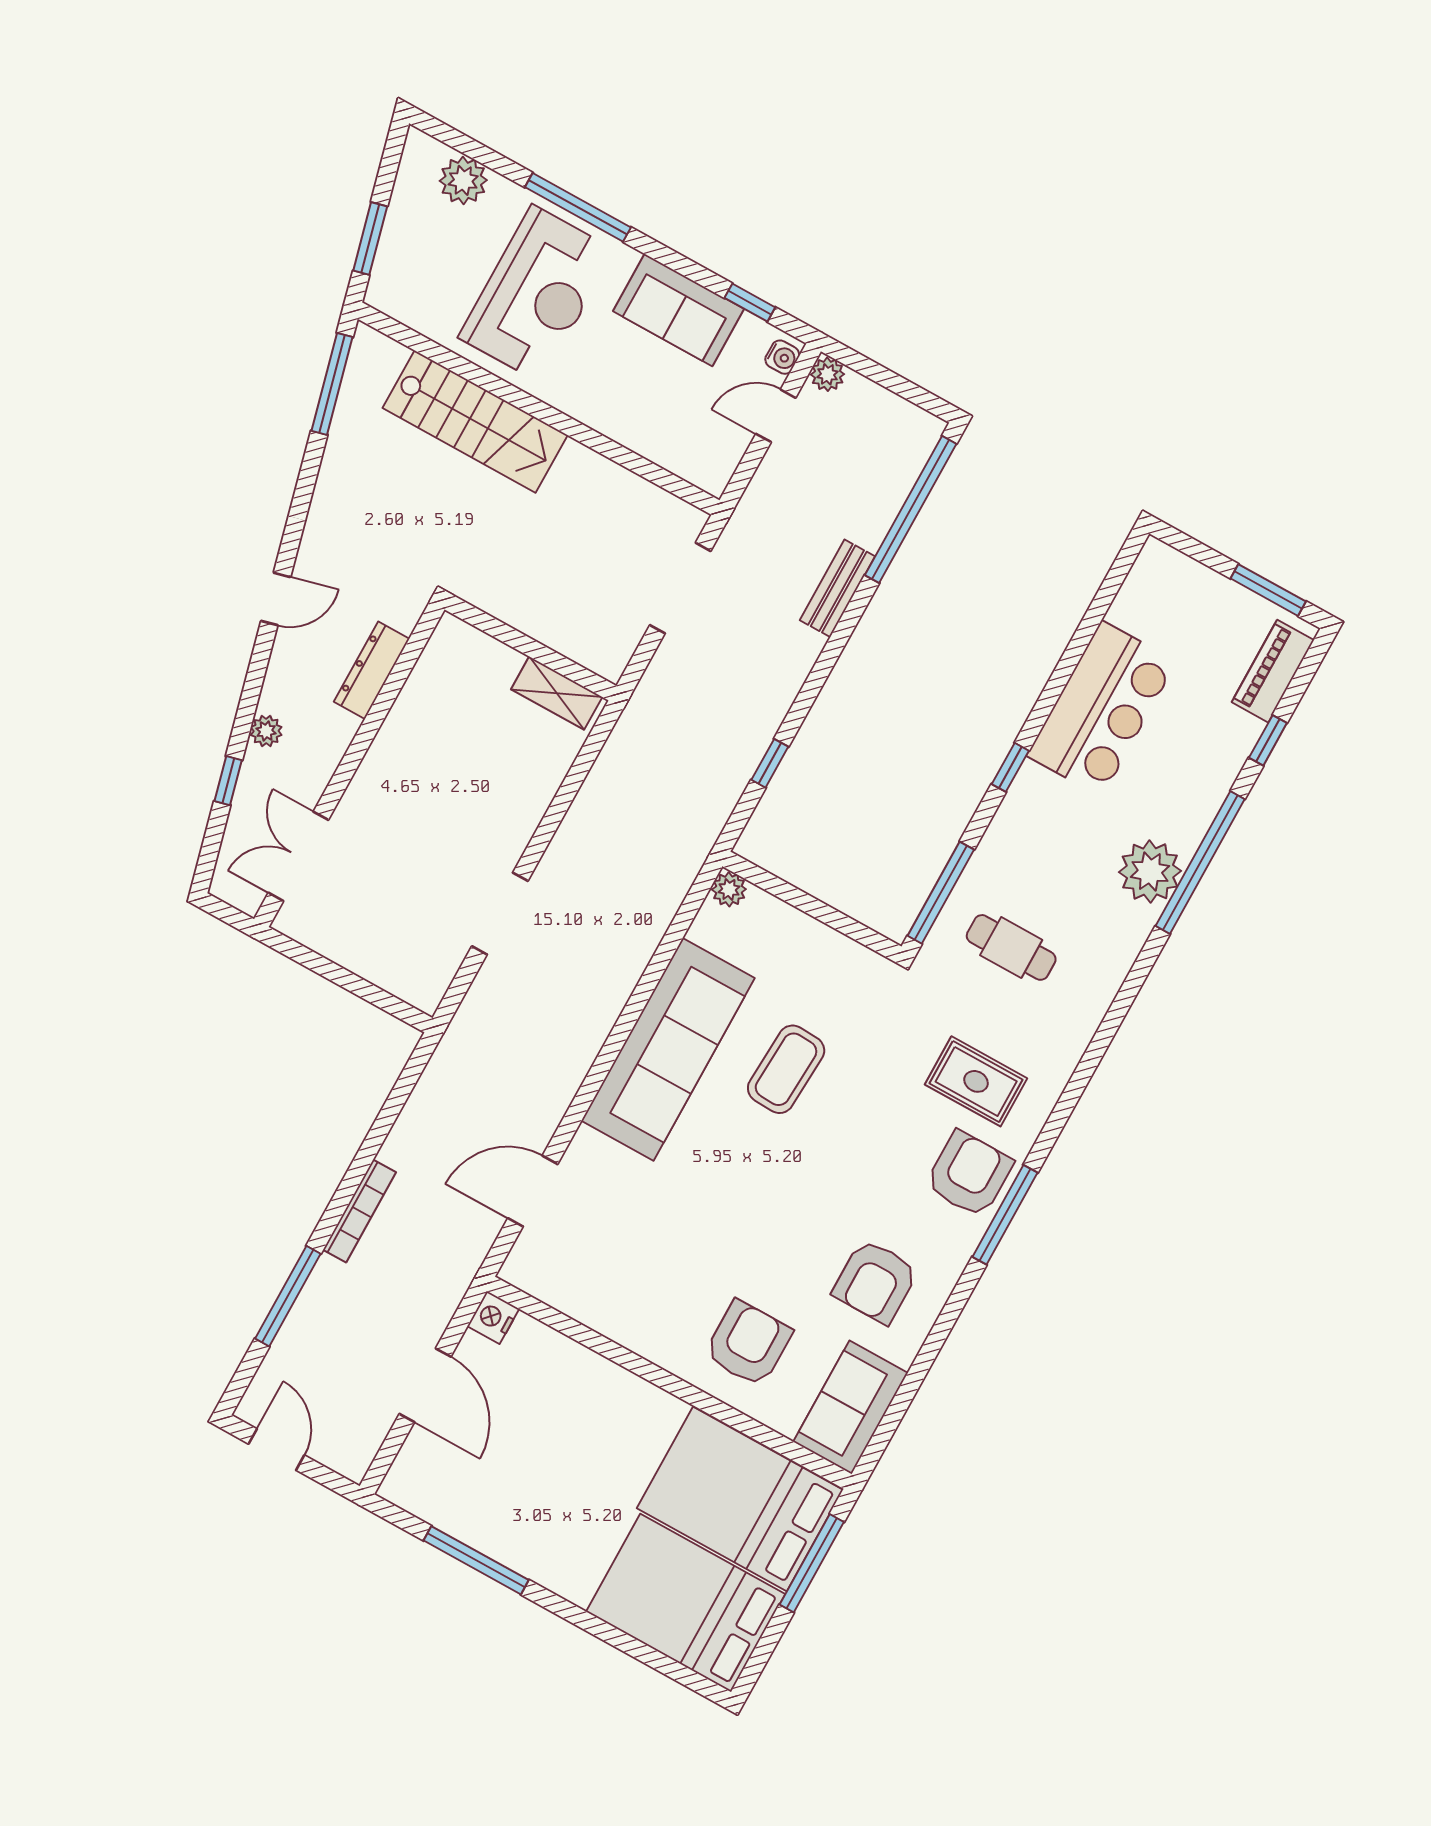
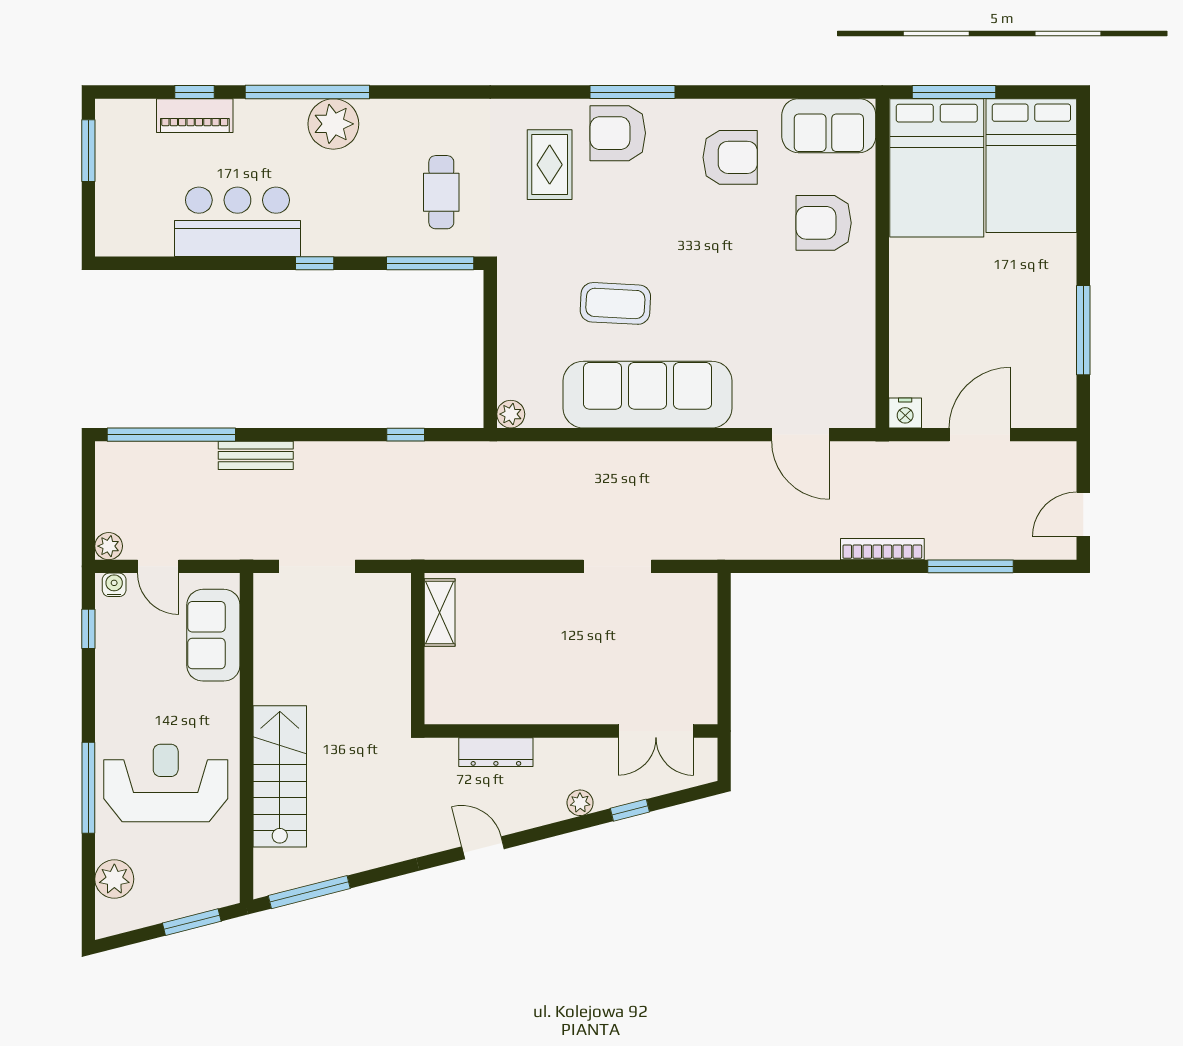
sofa: (679, 310) -> (213, 635), moved, turned 180
piano: (1273, 671) -> (195, 116), moved

